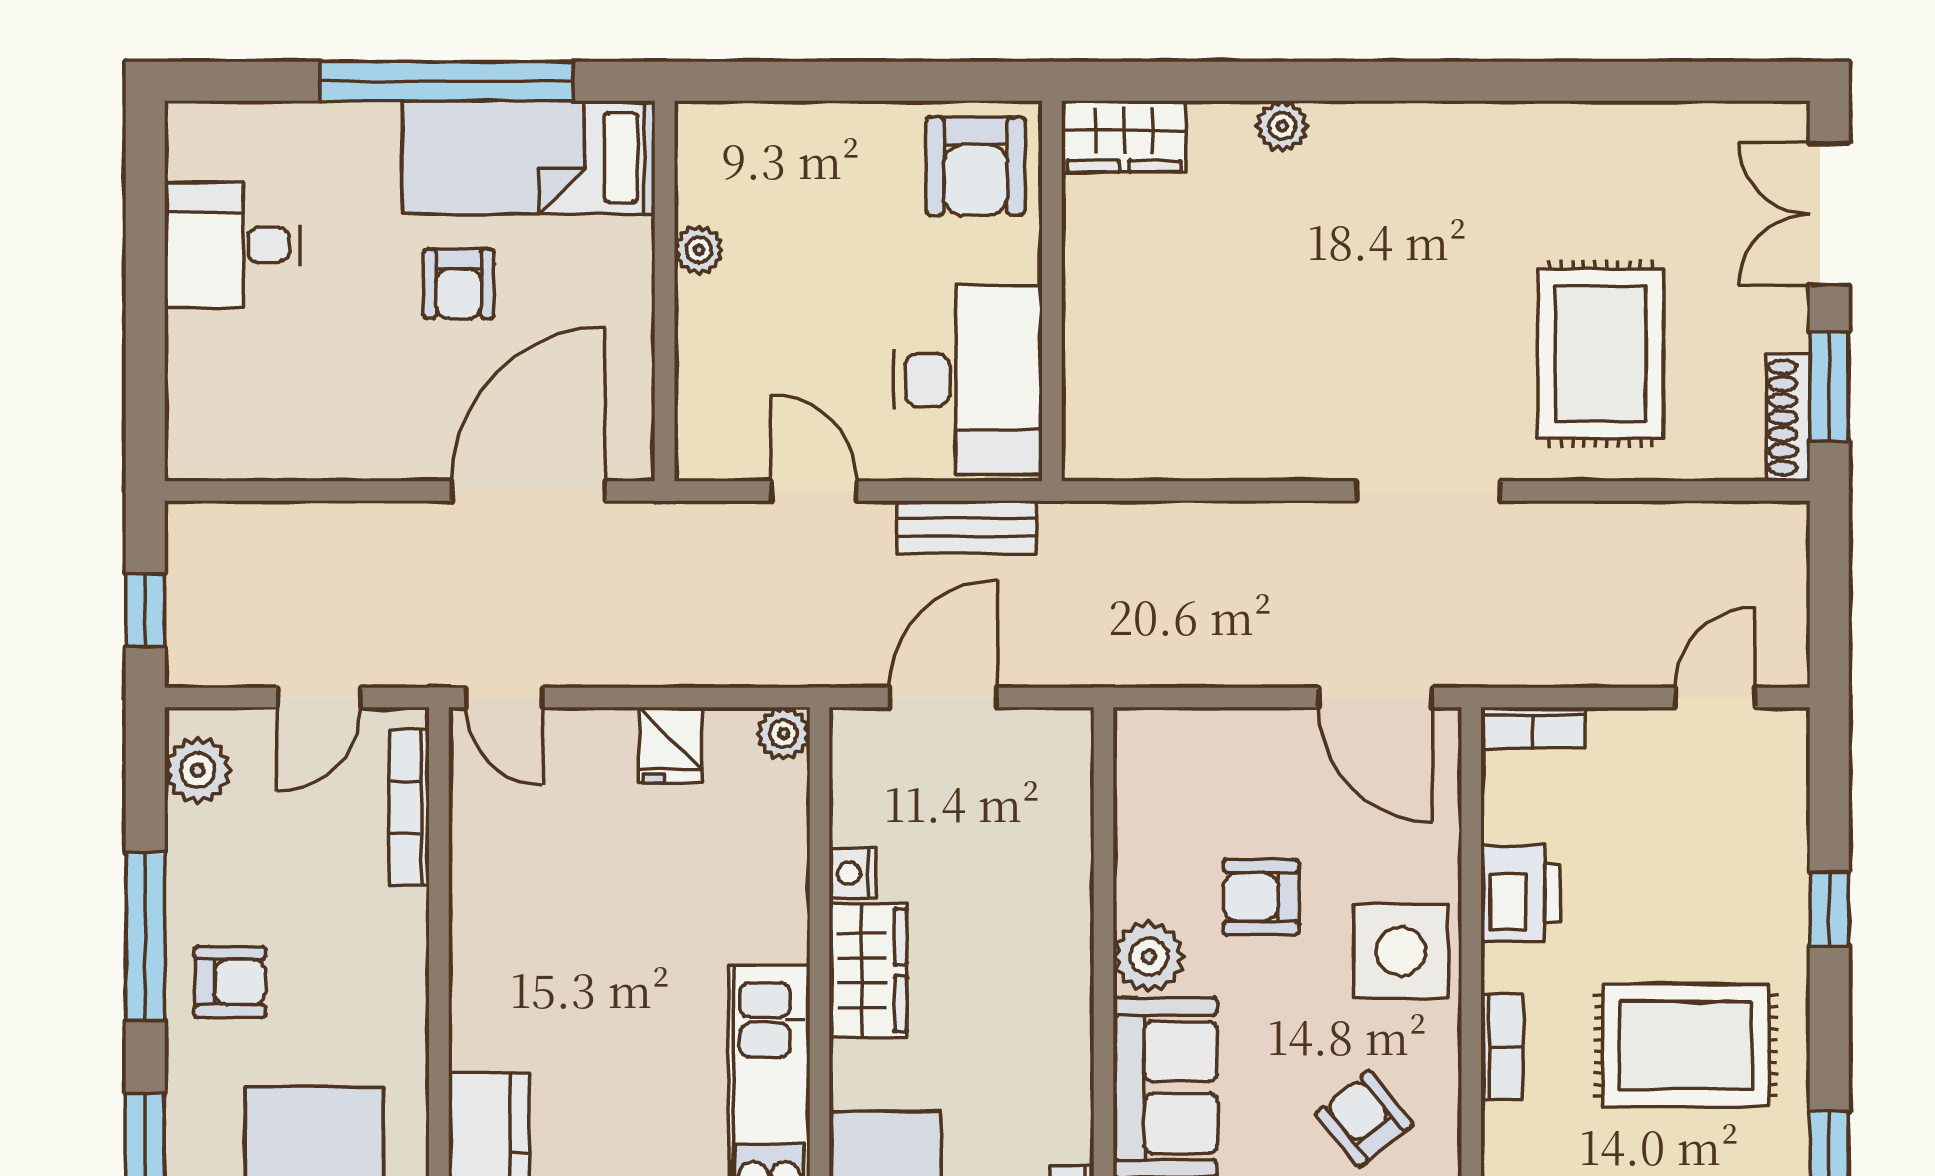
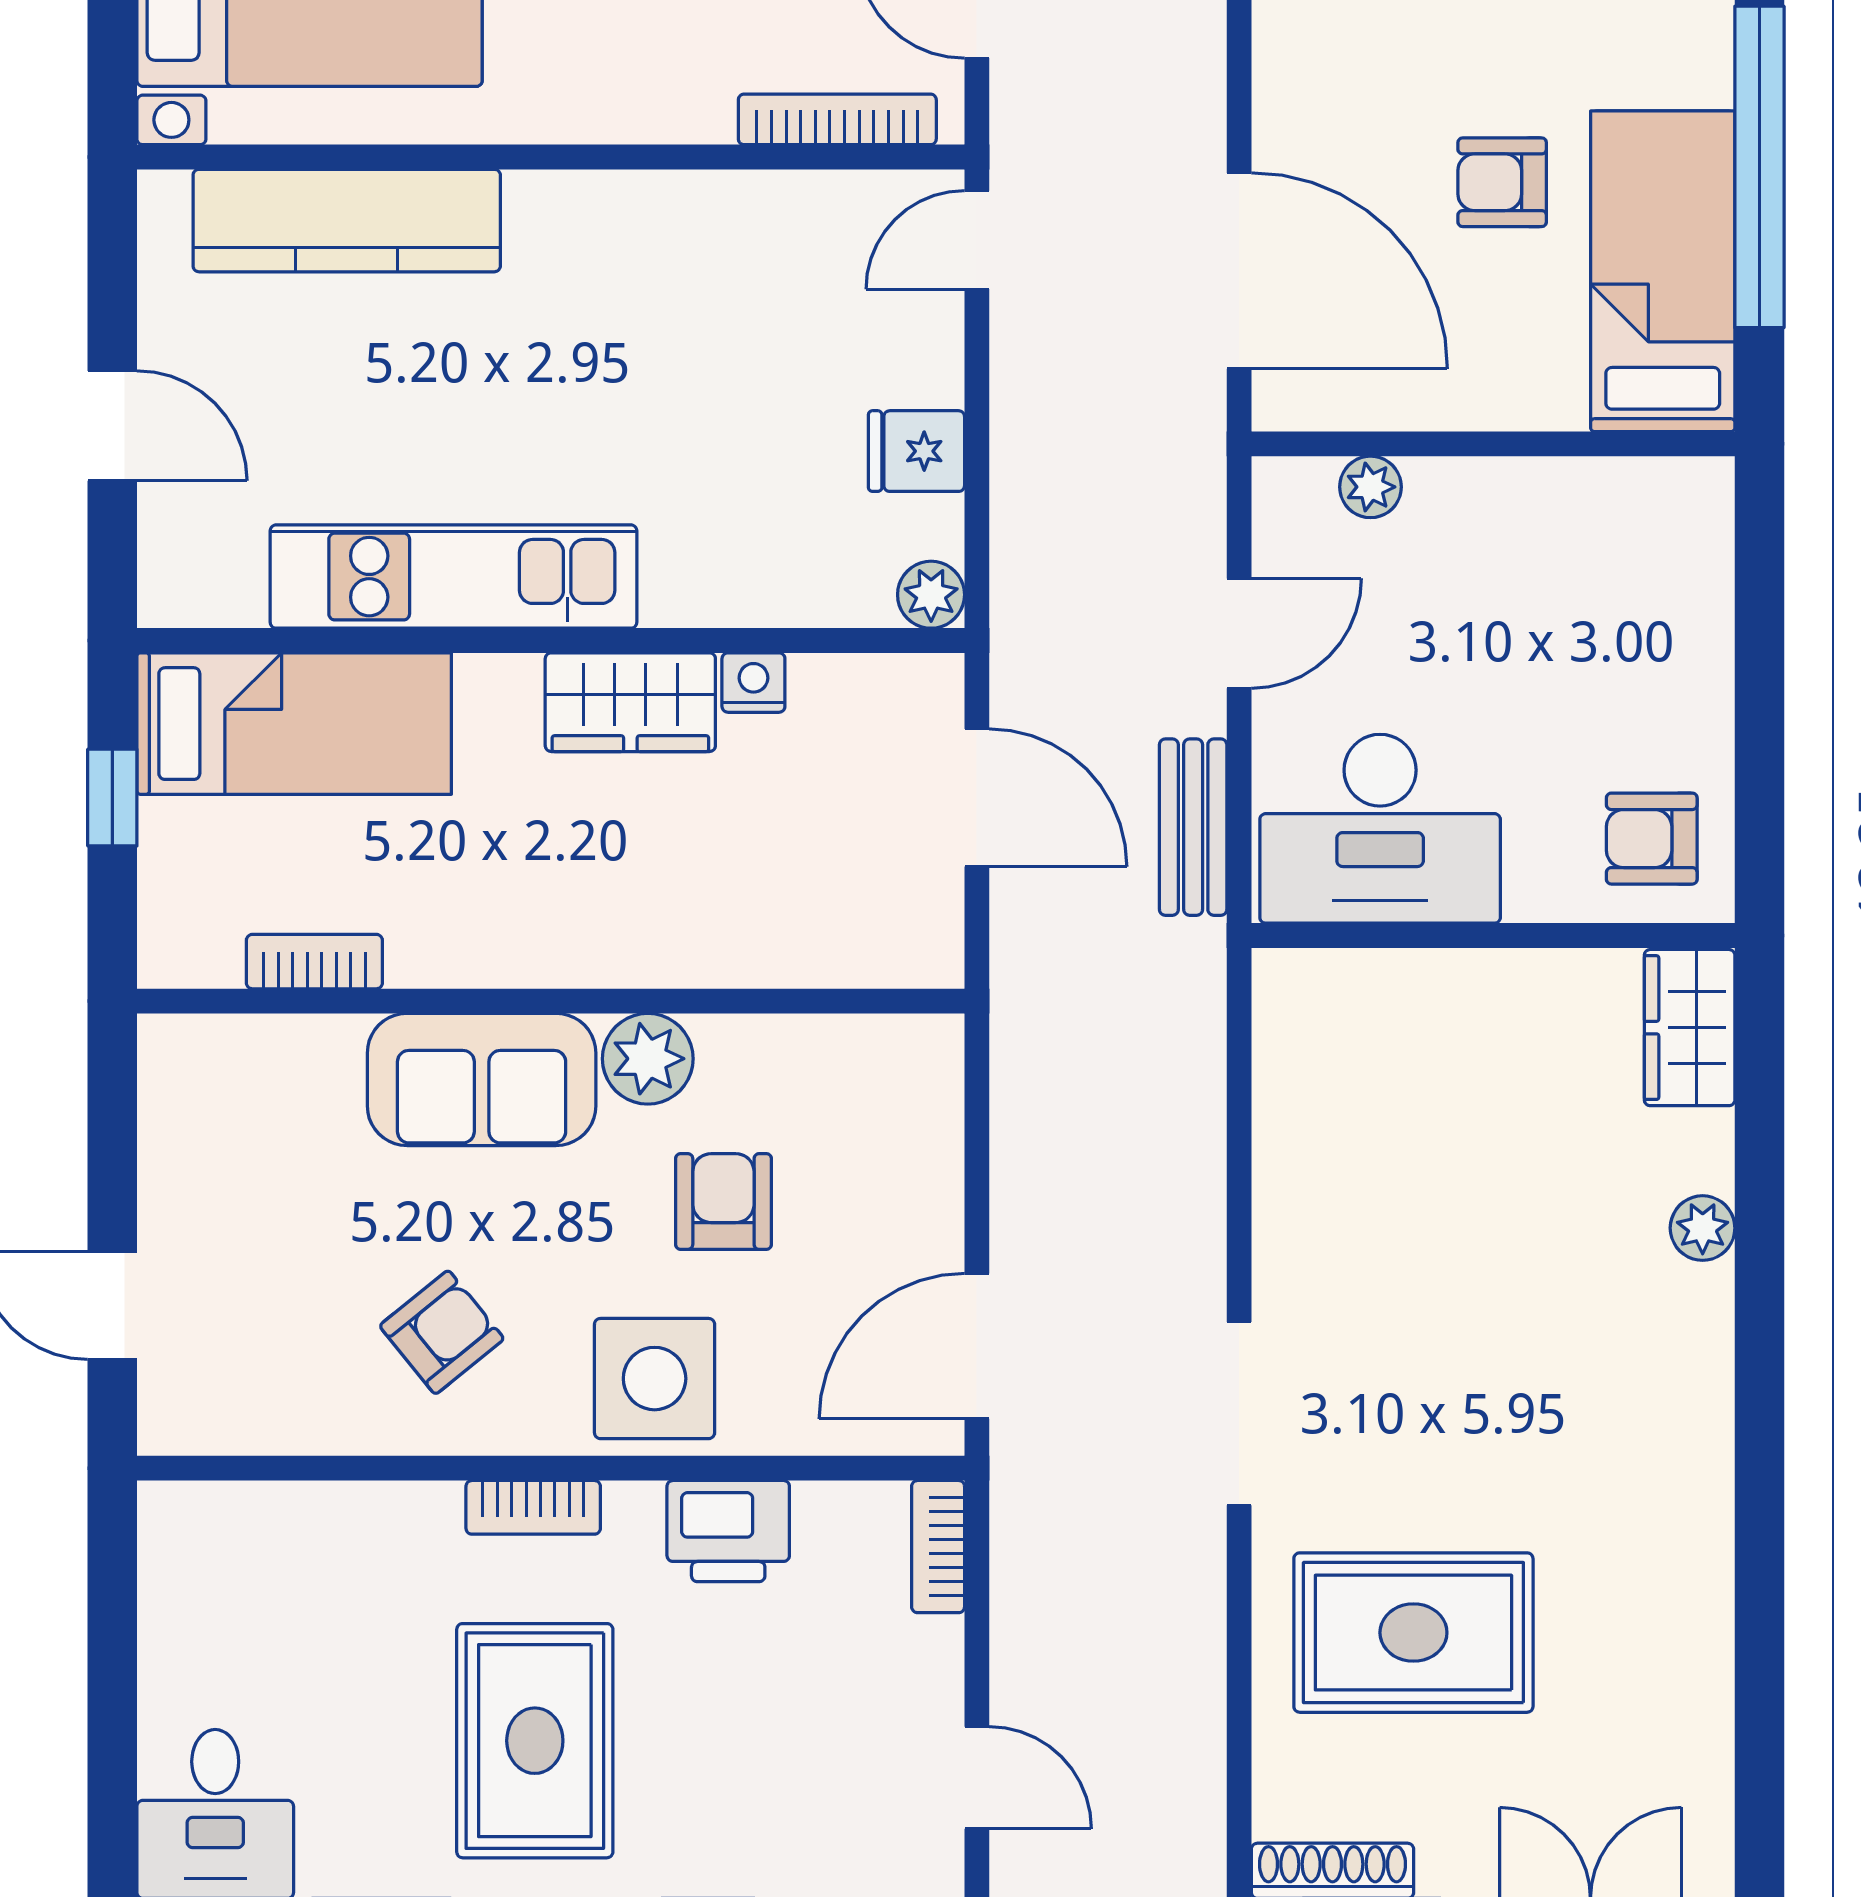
armchair: (975, 166) -> (1652, 839), width x0.72, depth x0.72
plant: (699, 250) -> (1370, 487), moved

